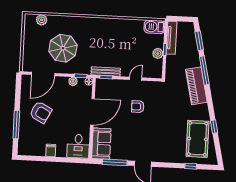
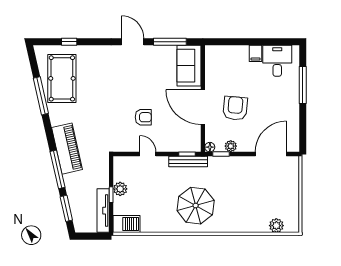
parasol: (63, 48) -> (196, 206), moved
door: (136, 79) -> (148, 154), swing flipped
armchair: (41, 112) -> (235, 108), moved, turned 67
door: (92, 112) -> (203, 107), hinge flipped
window: (214, 127) -> (41, 96), width x2.17
desk: (78, 146) -> (277, 61), moved

